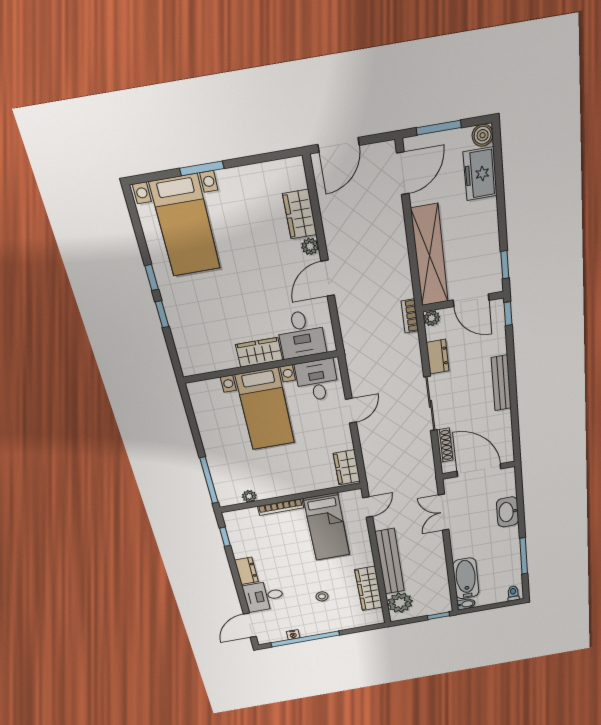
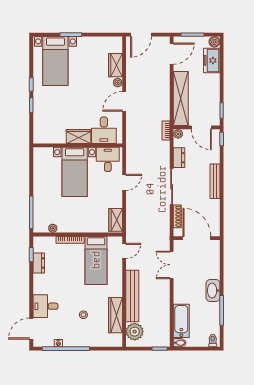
washbasin: (508, 512) -> (213, 291), moved
dresser: (246, 571) -> (39, 263), moved

